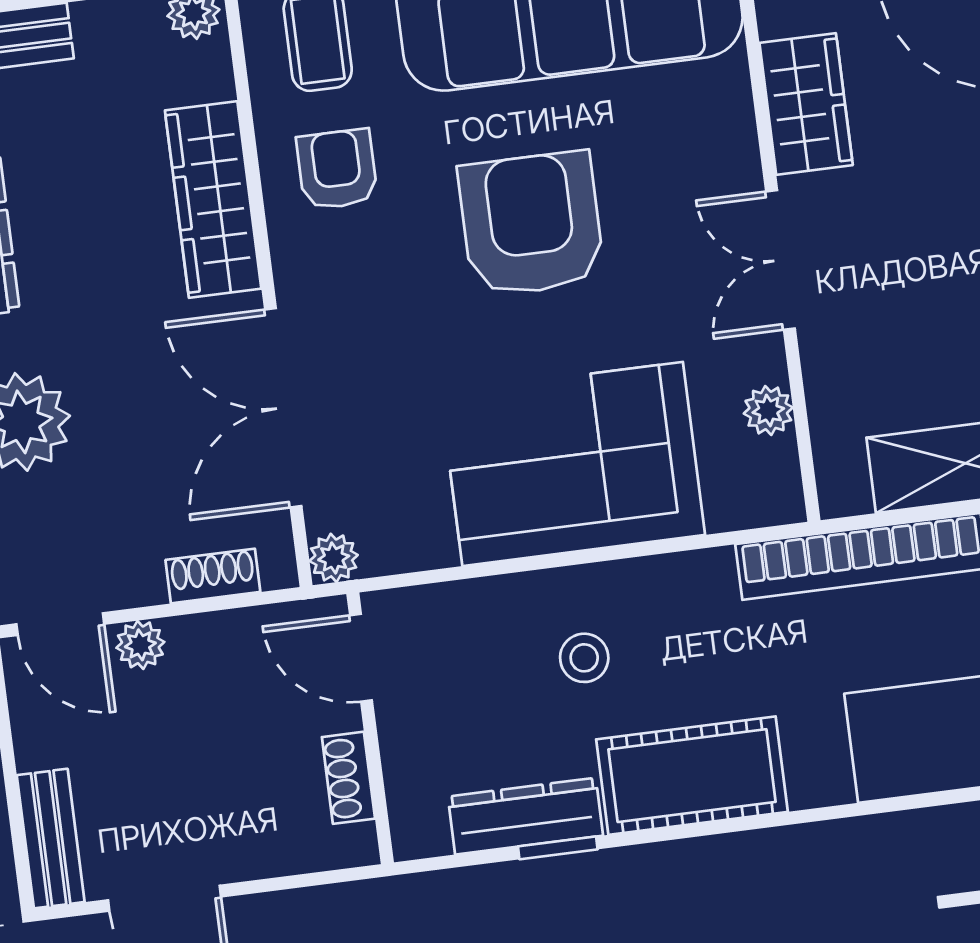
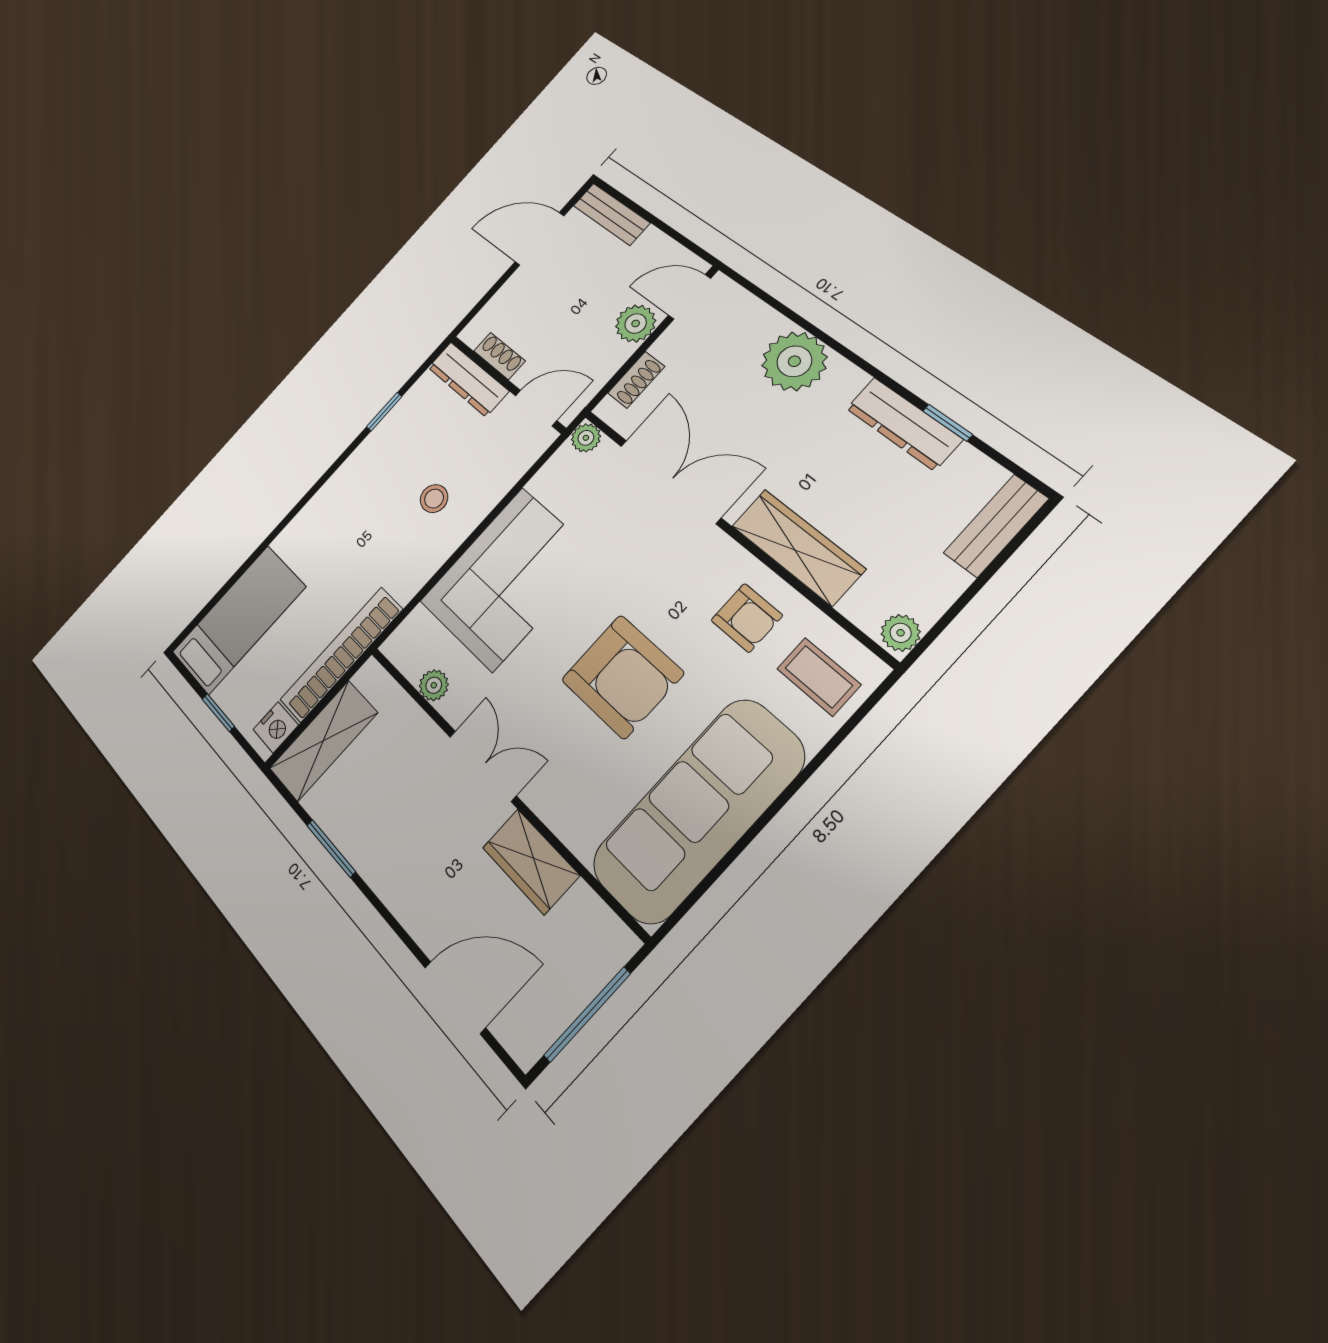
plant: (140, 645) -> (636, 323), width x1.38, depth x1.38
cot: (692, 776) -> (348, 493), removed
dresser: (525, 816) -> (468, 379), moved, turned 90

